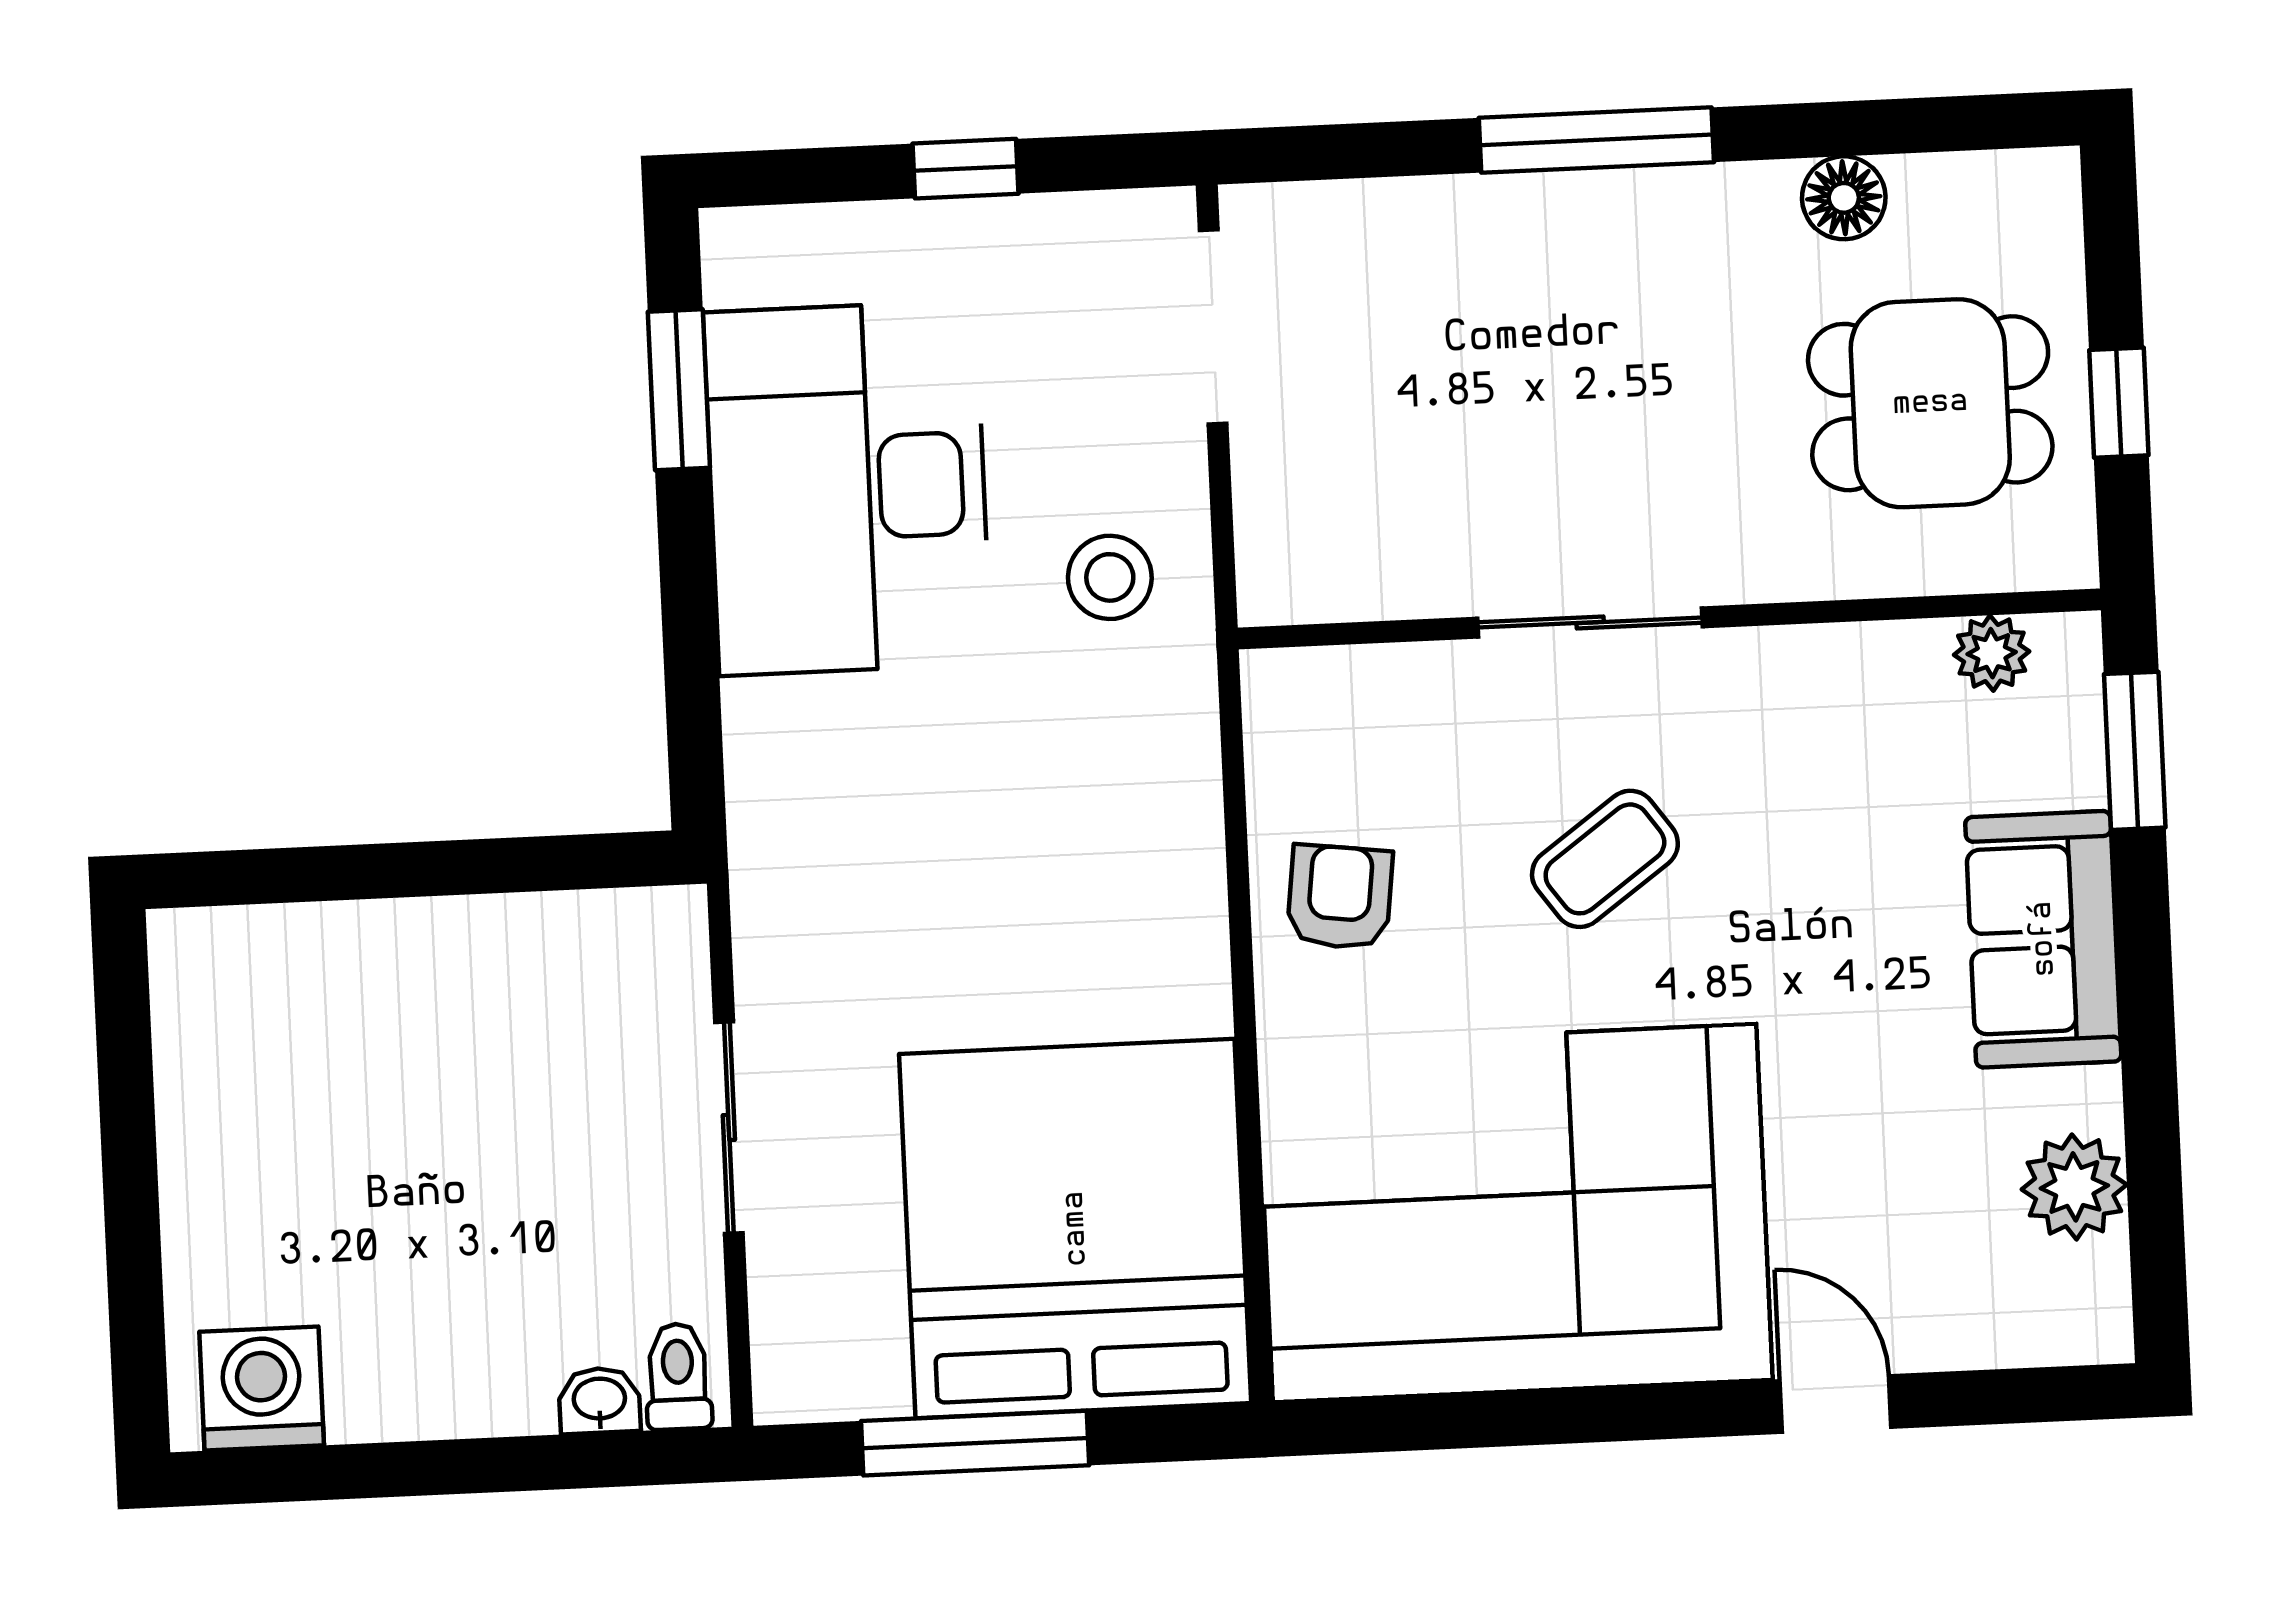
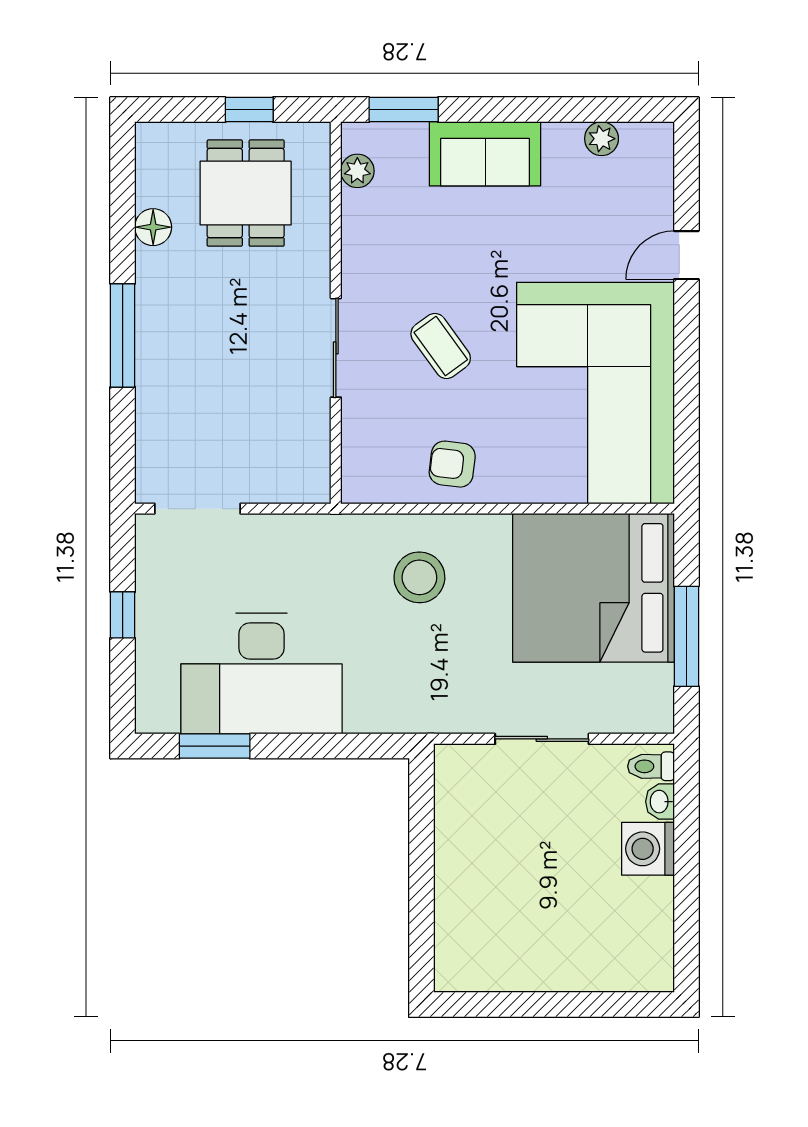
stool: (1110, 577) -> (419, 577), moved, width x1.38, depth x1.38
plant: (2074, 1187) -> (602, 139), width x0.73, depth x0.73
washing machine: (262, 1389) -> (648, 849), moved

